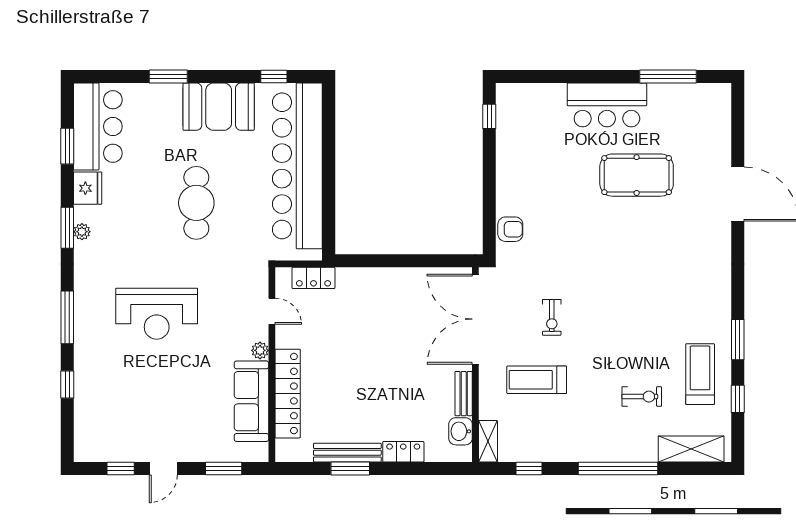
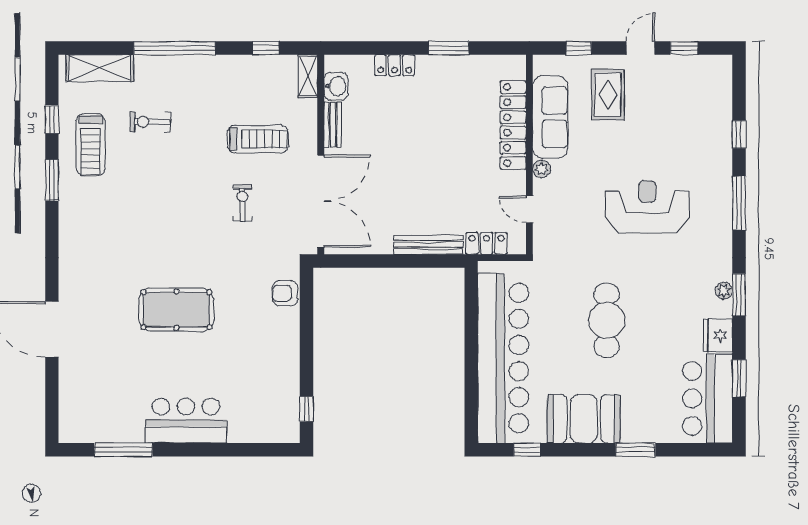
pool table: (637, 175) -> (176, 310), moved
rug: (195, 423) -> (608, 95), added
bench: (347, 453) -> (428, 245), moved
window: (224, 469) -> (579, 48), width x0.67

